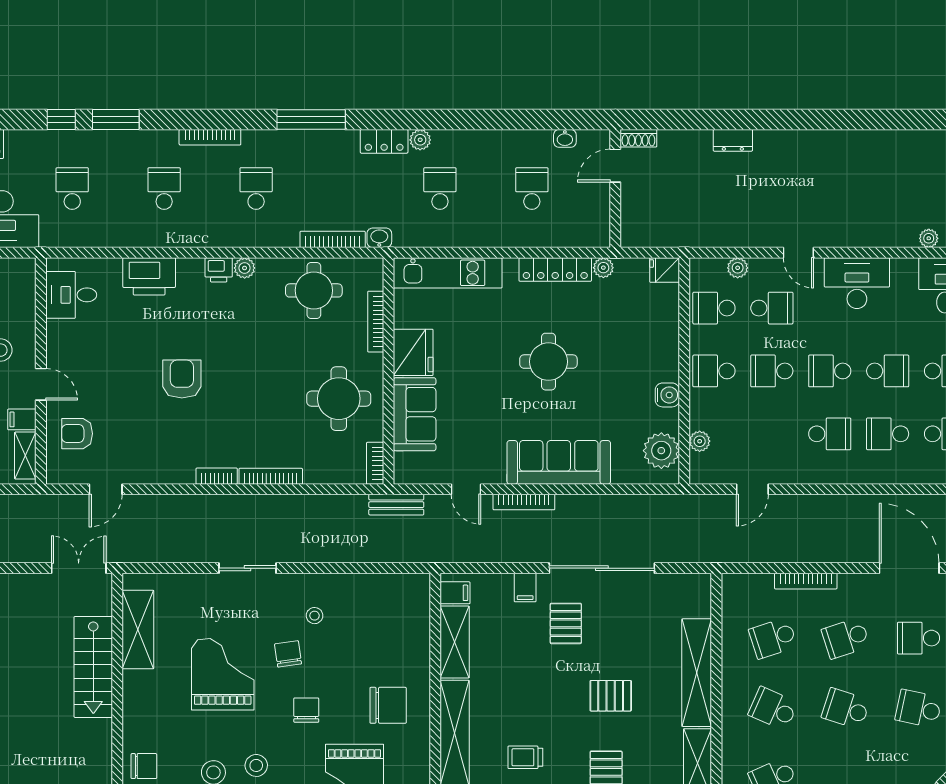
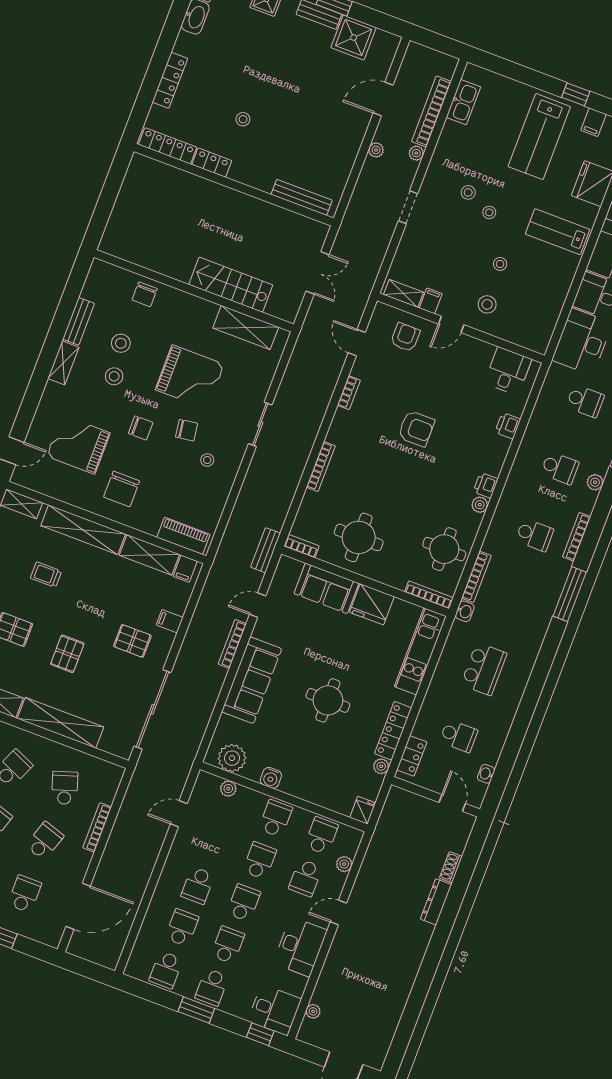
bookcase: (210, 137) -> (577, 537), moved
shoe rack: (638, 138) -> (451, 867), moved
plant: (420, 140) -> (595, 482), moved
dresser: (733, 140) -> (436, 902), width x1.44
locker: (384, 141) -> (412, 756), moved, turned 180
school desk: (440, 189) -> (484, 669), width x1.85
printer: (149, 276) -> (508, 426), width x0.53, depth x0.68
bookcase: (376, 322) -> (429, 595), moved
school desk: (888, 371) -> (228, 945), turned 180
bookcase: (217, 476) -> (349, 393), moved
door: (752, 489) -> (179, 814), hinge flipped
double door: (79, 568) -> (317, 273), moved
sliding door: (602, 568) -> (153, 709), moved
piano: (416, 610) -> (183, 536), added
school desk: (846, 638) -> (45, 841), turned 36
trolley: (525, 757) -> (46, 575), turned -90

